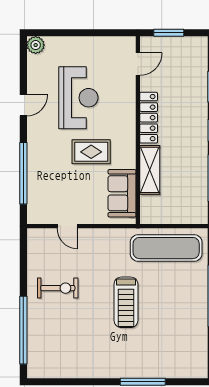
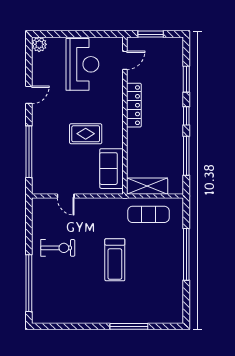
reception desk: (78, 98) -> (82, 64), moved
shelving: (150, 170) -> (147, 186), moved, turned 90
exercise mat: (166, 248) -> (148, 214), width x0.73, depth x0.69

